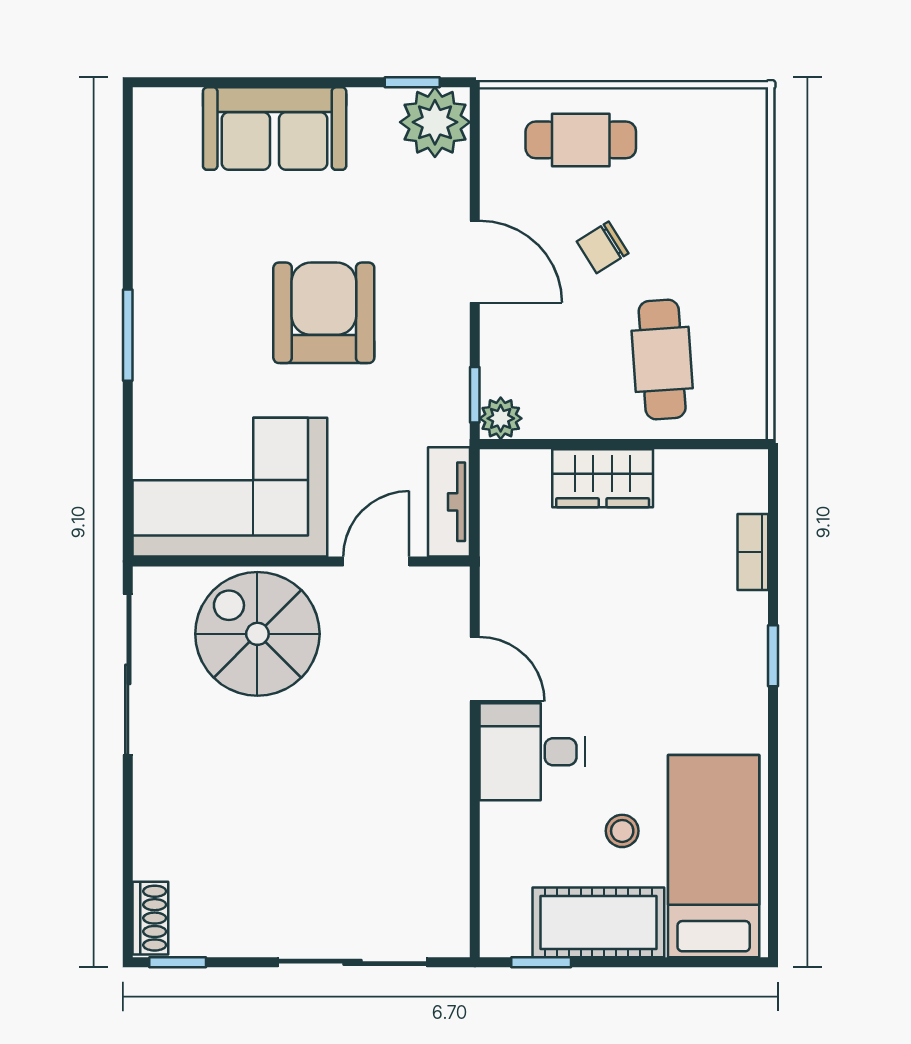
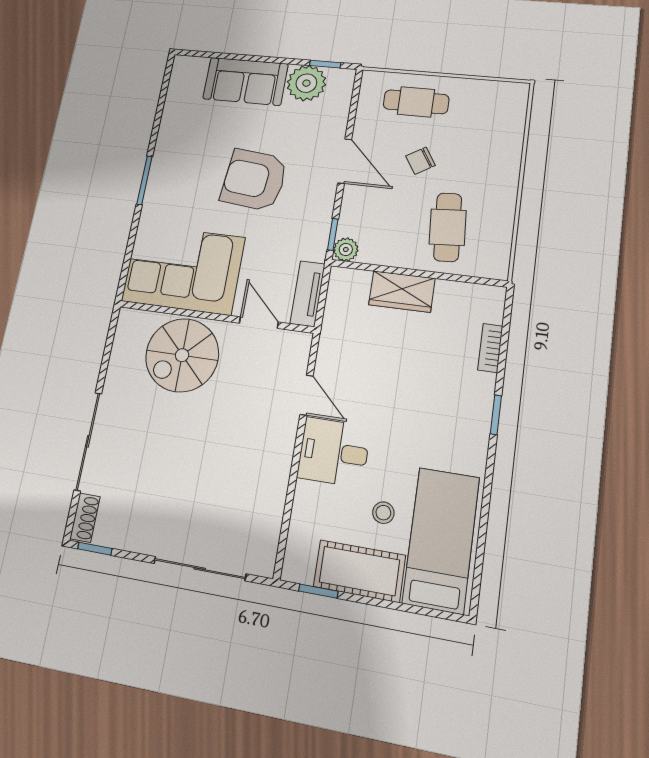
plant: (435, 122) -> (306, 83), moved
armchair: (324, 313) -> (254, 180), turned -84
door: (376, 561) -> (259, 323), hinge flipped
spiral stairs: (257, 634) -> (182, 355), turned -90
sliding door: (128, 674) -> (88, 441), moved

